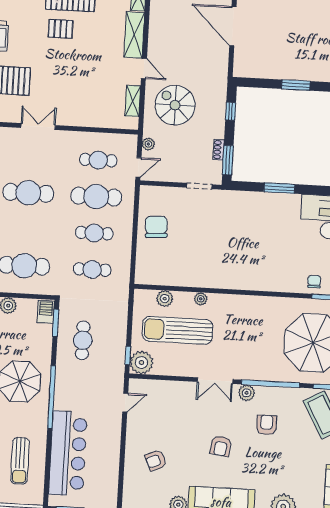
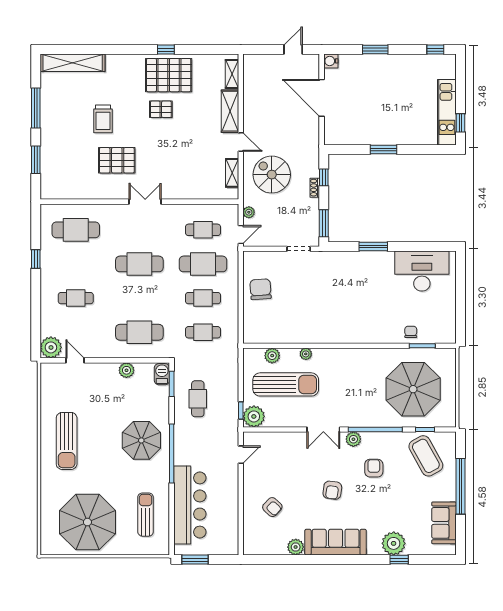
shoe rack: (219, 150) -> (315, 188), moved
sun lounger: (177, 330) -> (286, 384), turned 180
armchair: (156, 460) -> (272, 507), turned -114
sun lounger: (20, 461) -> (146, 515), turned 180

